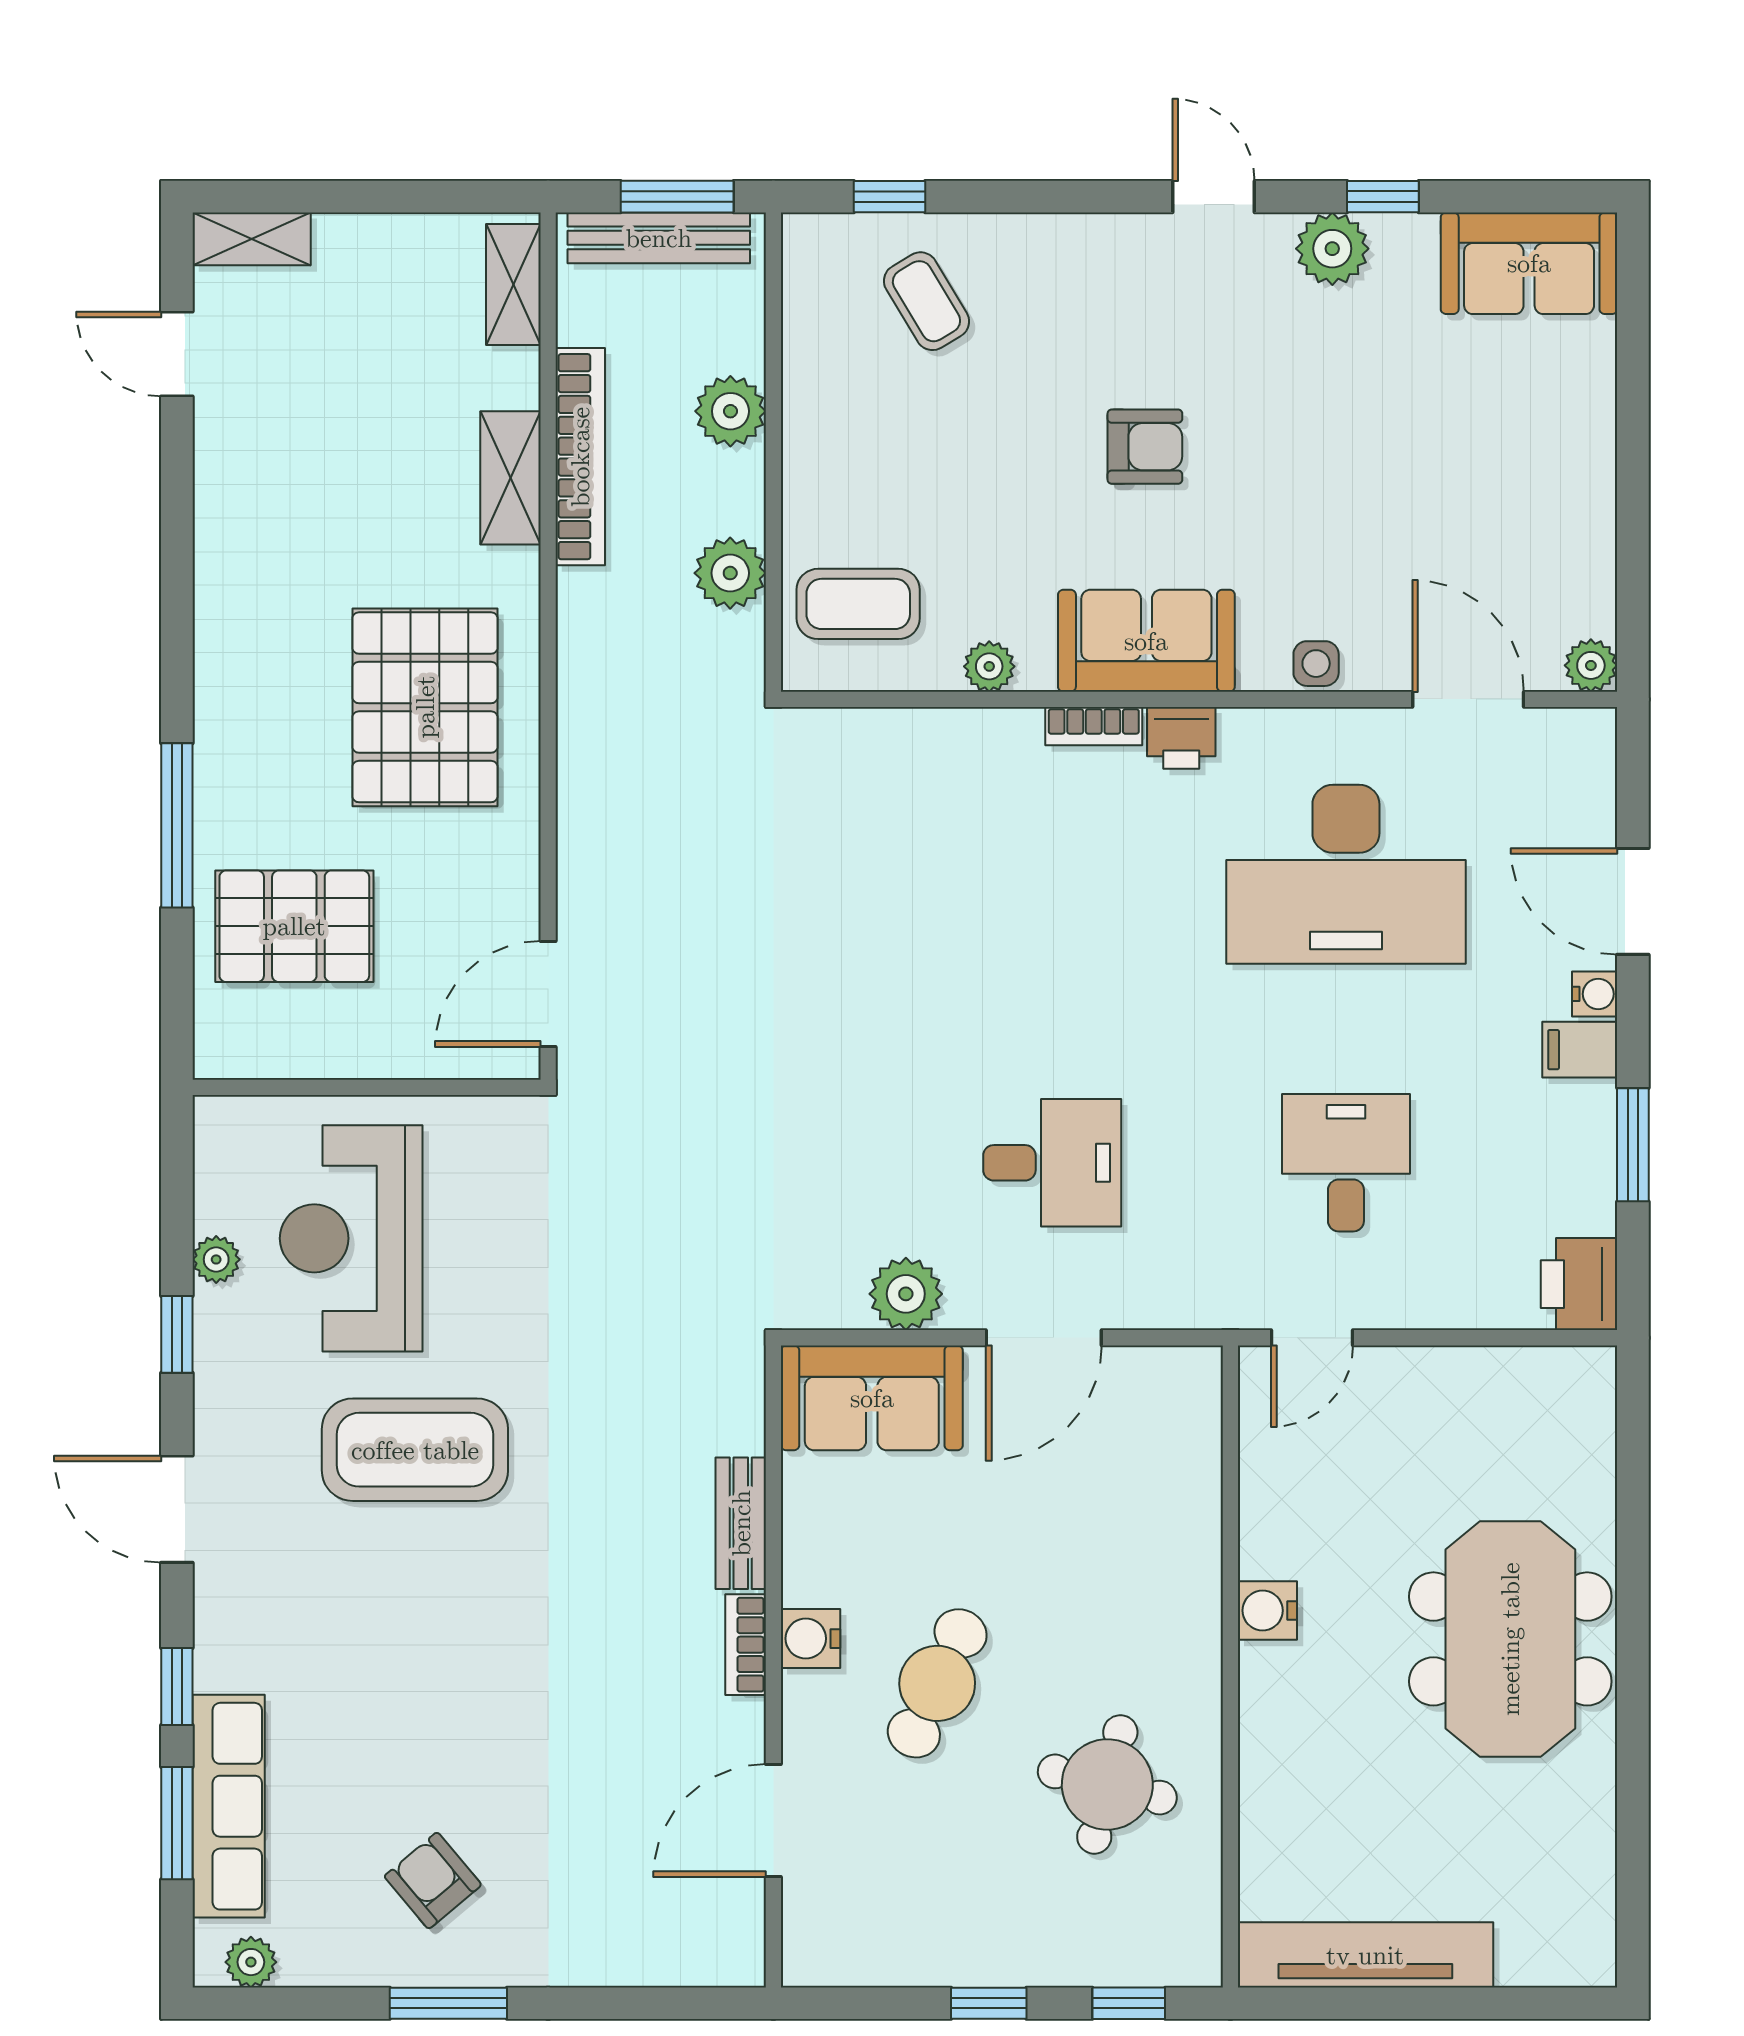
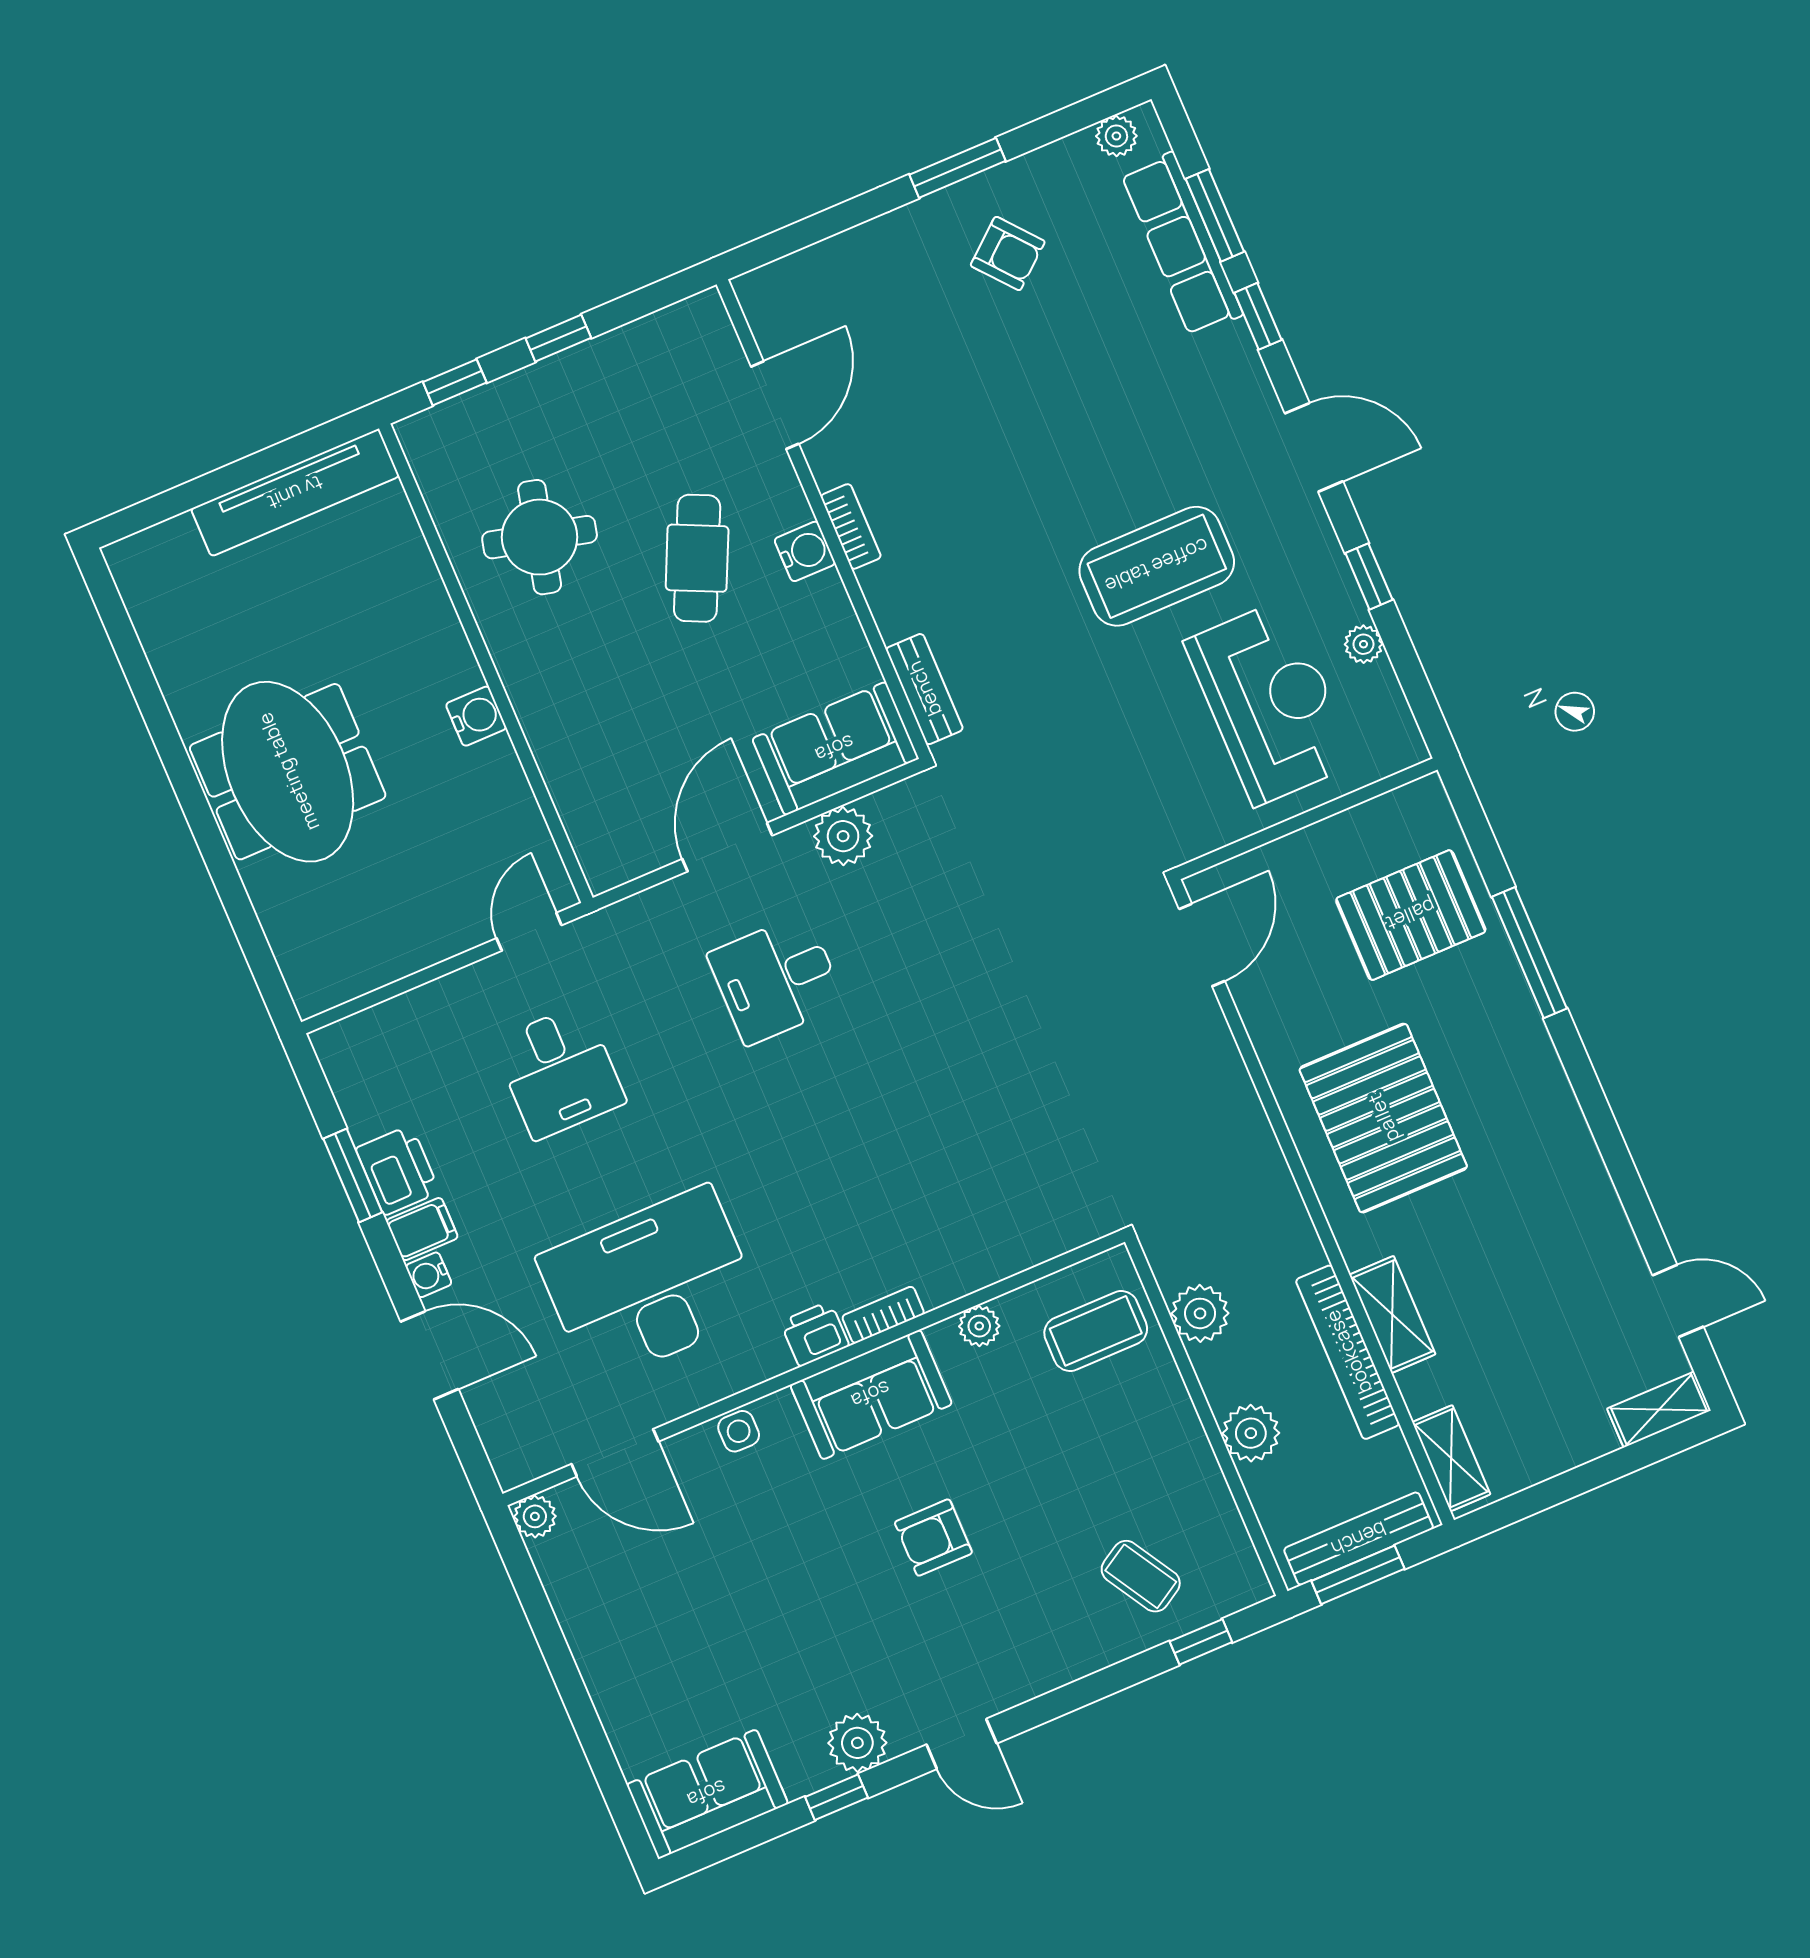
printer: (1579, 1284) -> (398, 1170), moved
bench: (741, 1523) -> (924, 689), moved

